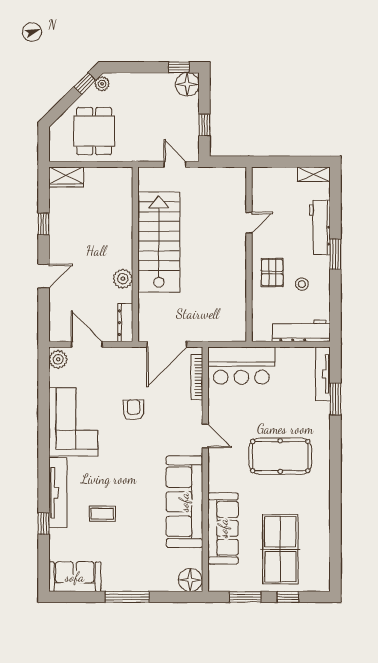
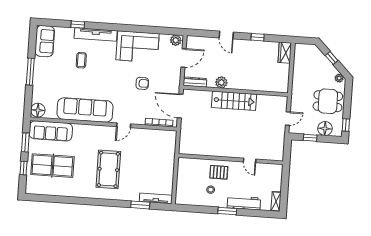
window: (85, 83) -> (332, 58), moved
floor lamp: (187, 84) -> (325, 129), moved
dining table: (94, 131) -> (328, 101), moved
stairs: (159, 242) -> (234, 101), width x0.73, depth x0.66
workbench: (301, 331) -> (183, 187), removed
bar counter: (241, 366) -> (164, 150), removed
sofa: (223, 528) -> (51, 131), moved

